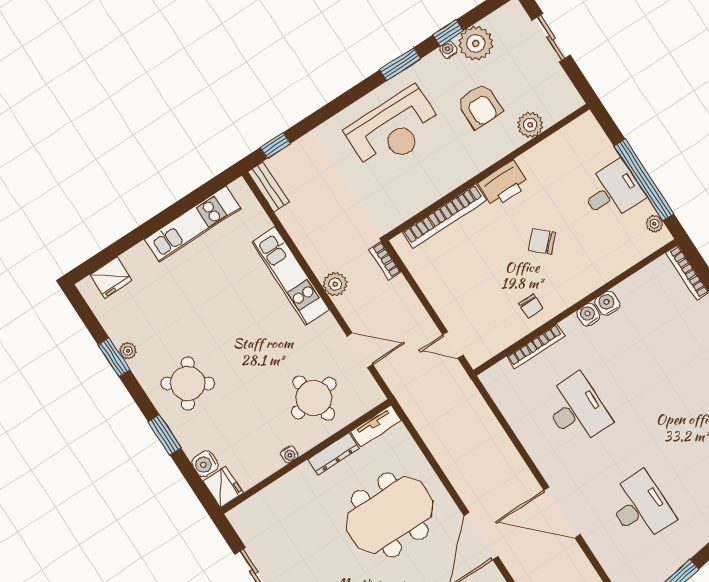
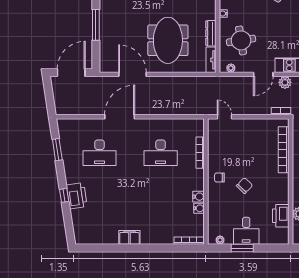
window: (644, 180) -> (242, 248), width x0.47
printer: (504, 184) -> (281, 216), moved
chair: (531, 306) -> (219, 178), moved
water cooler: (588, 315) -> (199, 208), moved
door: (453, 345) -> (225, 117), hinge flipped
door: (360, 350) -> (263, 74), moved
plant: (368, 385) -> (231, 68), added

